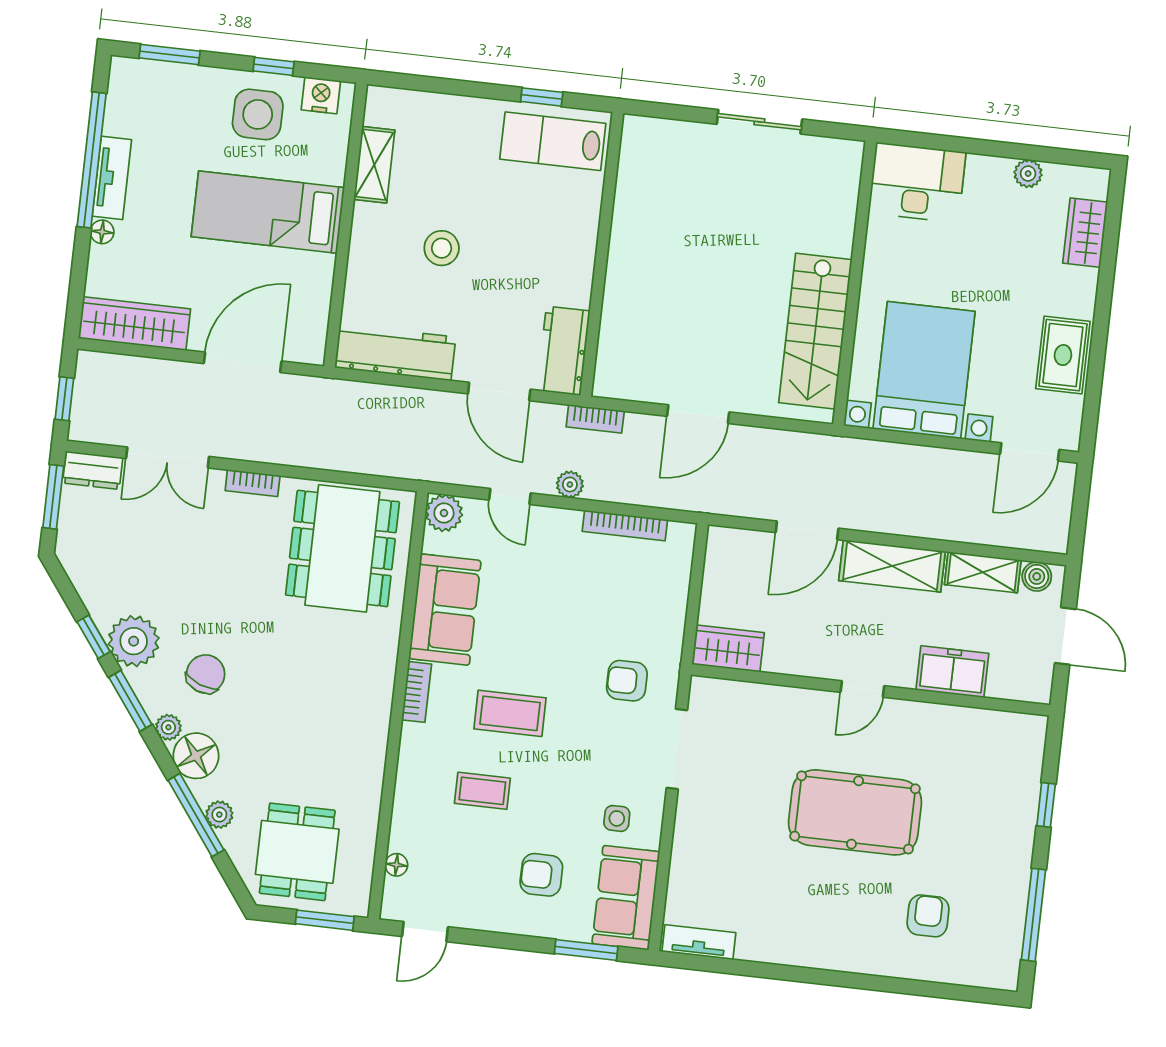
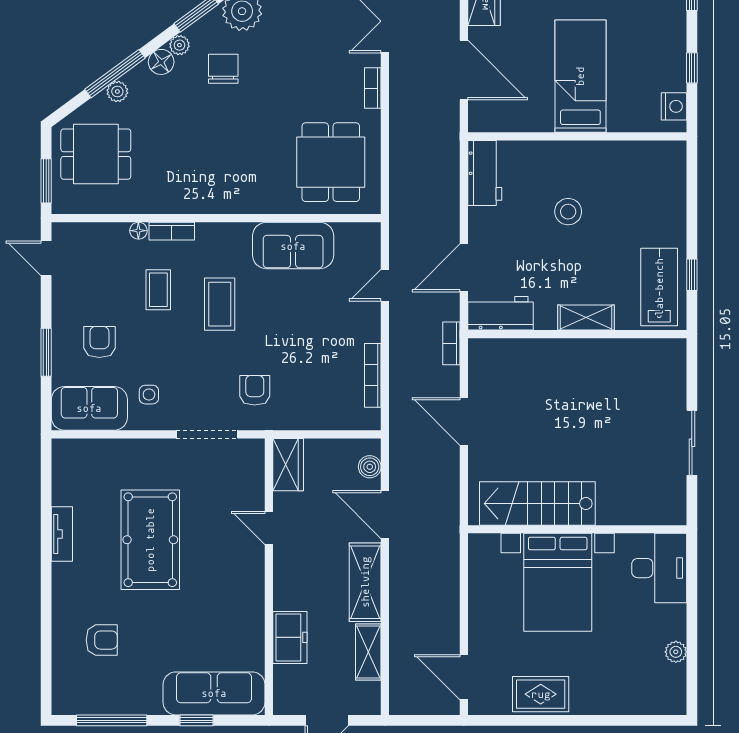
side table: (258, 114) -> (654, 60), removed
shelving: (374, 165) -> (586, 317), moved
wardrobe: (1085, 233) -> (636, 701), removed
workbench: (395, 352) -> (485, 173), width x0.73
bed with nightstands: (924, 370) -> (558, 582), moved, turned 90
plant: (570, 485) -> (399, 330), removed
plant: (444, 513) -> (367, 236), removed
dining table: (342, 548) -> (331, 162), width x0.73
boiler: (1037, 576) -> (370, 467), moved
chair: (206, 674) -> (223, 69), turned -111
door: (862, 689) -> (269, 528), moved
bookcase: (417, 692) -> (172, 231), moved
floor lamp: (196, 756) -> (161, 62), width x0.73, depth x0.73
sofa: (1014, 778) -> (214, 693), added
pool table: (855, 812) -> (150, 540), moved
floor lamp: (396, 865) -> (138, 231), moved
tv unit: (699, 942) -> (62, 534), moved
window: (586, 950) -> (46, 352), moved

